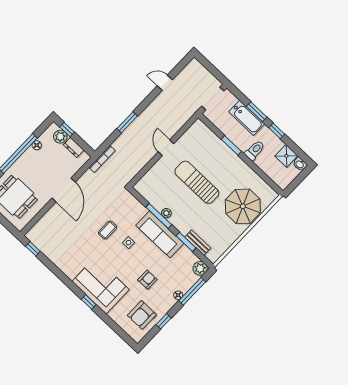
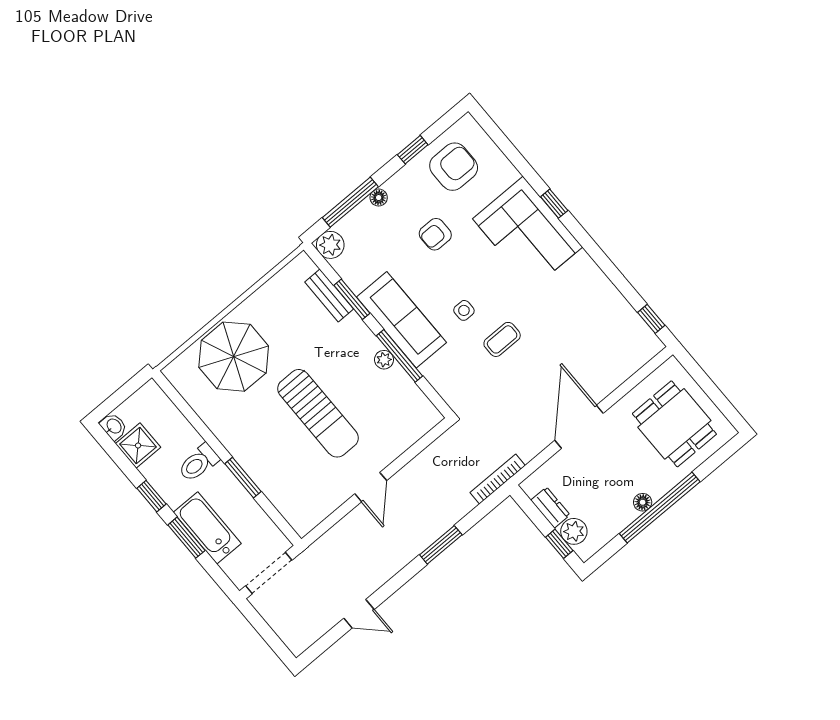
floor lamp: (37, 145) -> (643, 502), moved

